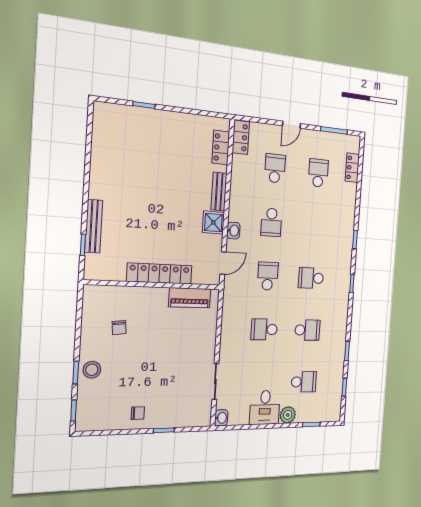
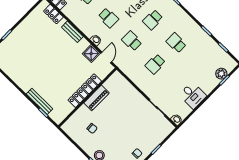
shower: (213, 222) -> (91, 54), moved
piano: (190, 298) -> (97, 98), moved
school desk: (307, 330) -> (176, 43), turned -90
school desk: (304, 382) -> (200, 66), removed
plant: (288, 415) -> (221, 74), moved

